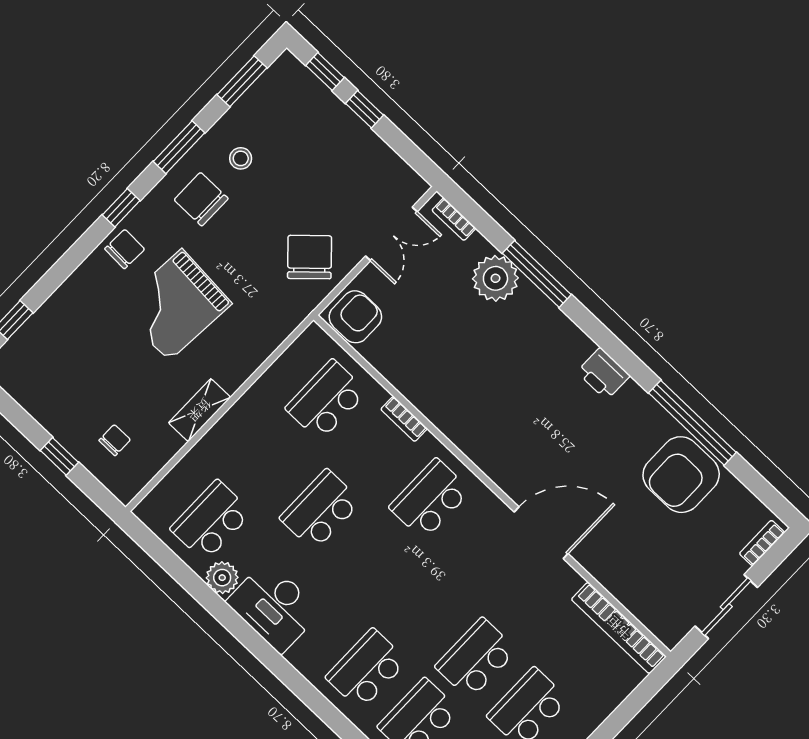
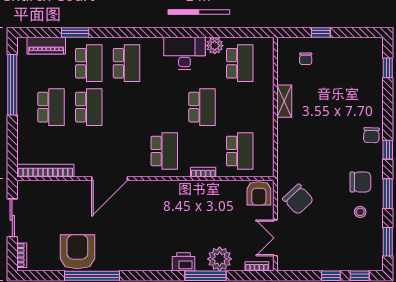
grand piano: (175, 305) -> (332, 132), removed
printer: (603, 374) -> (184, 262), moved

